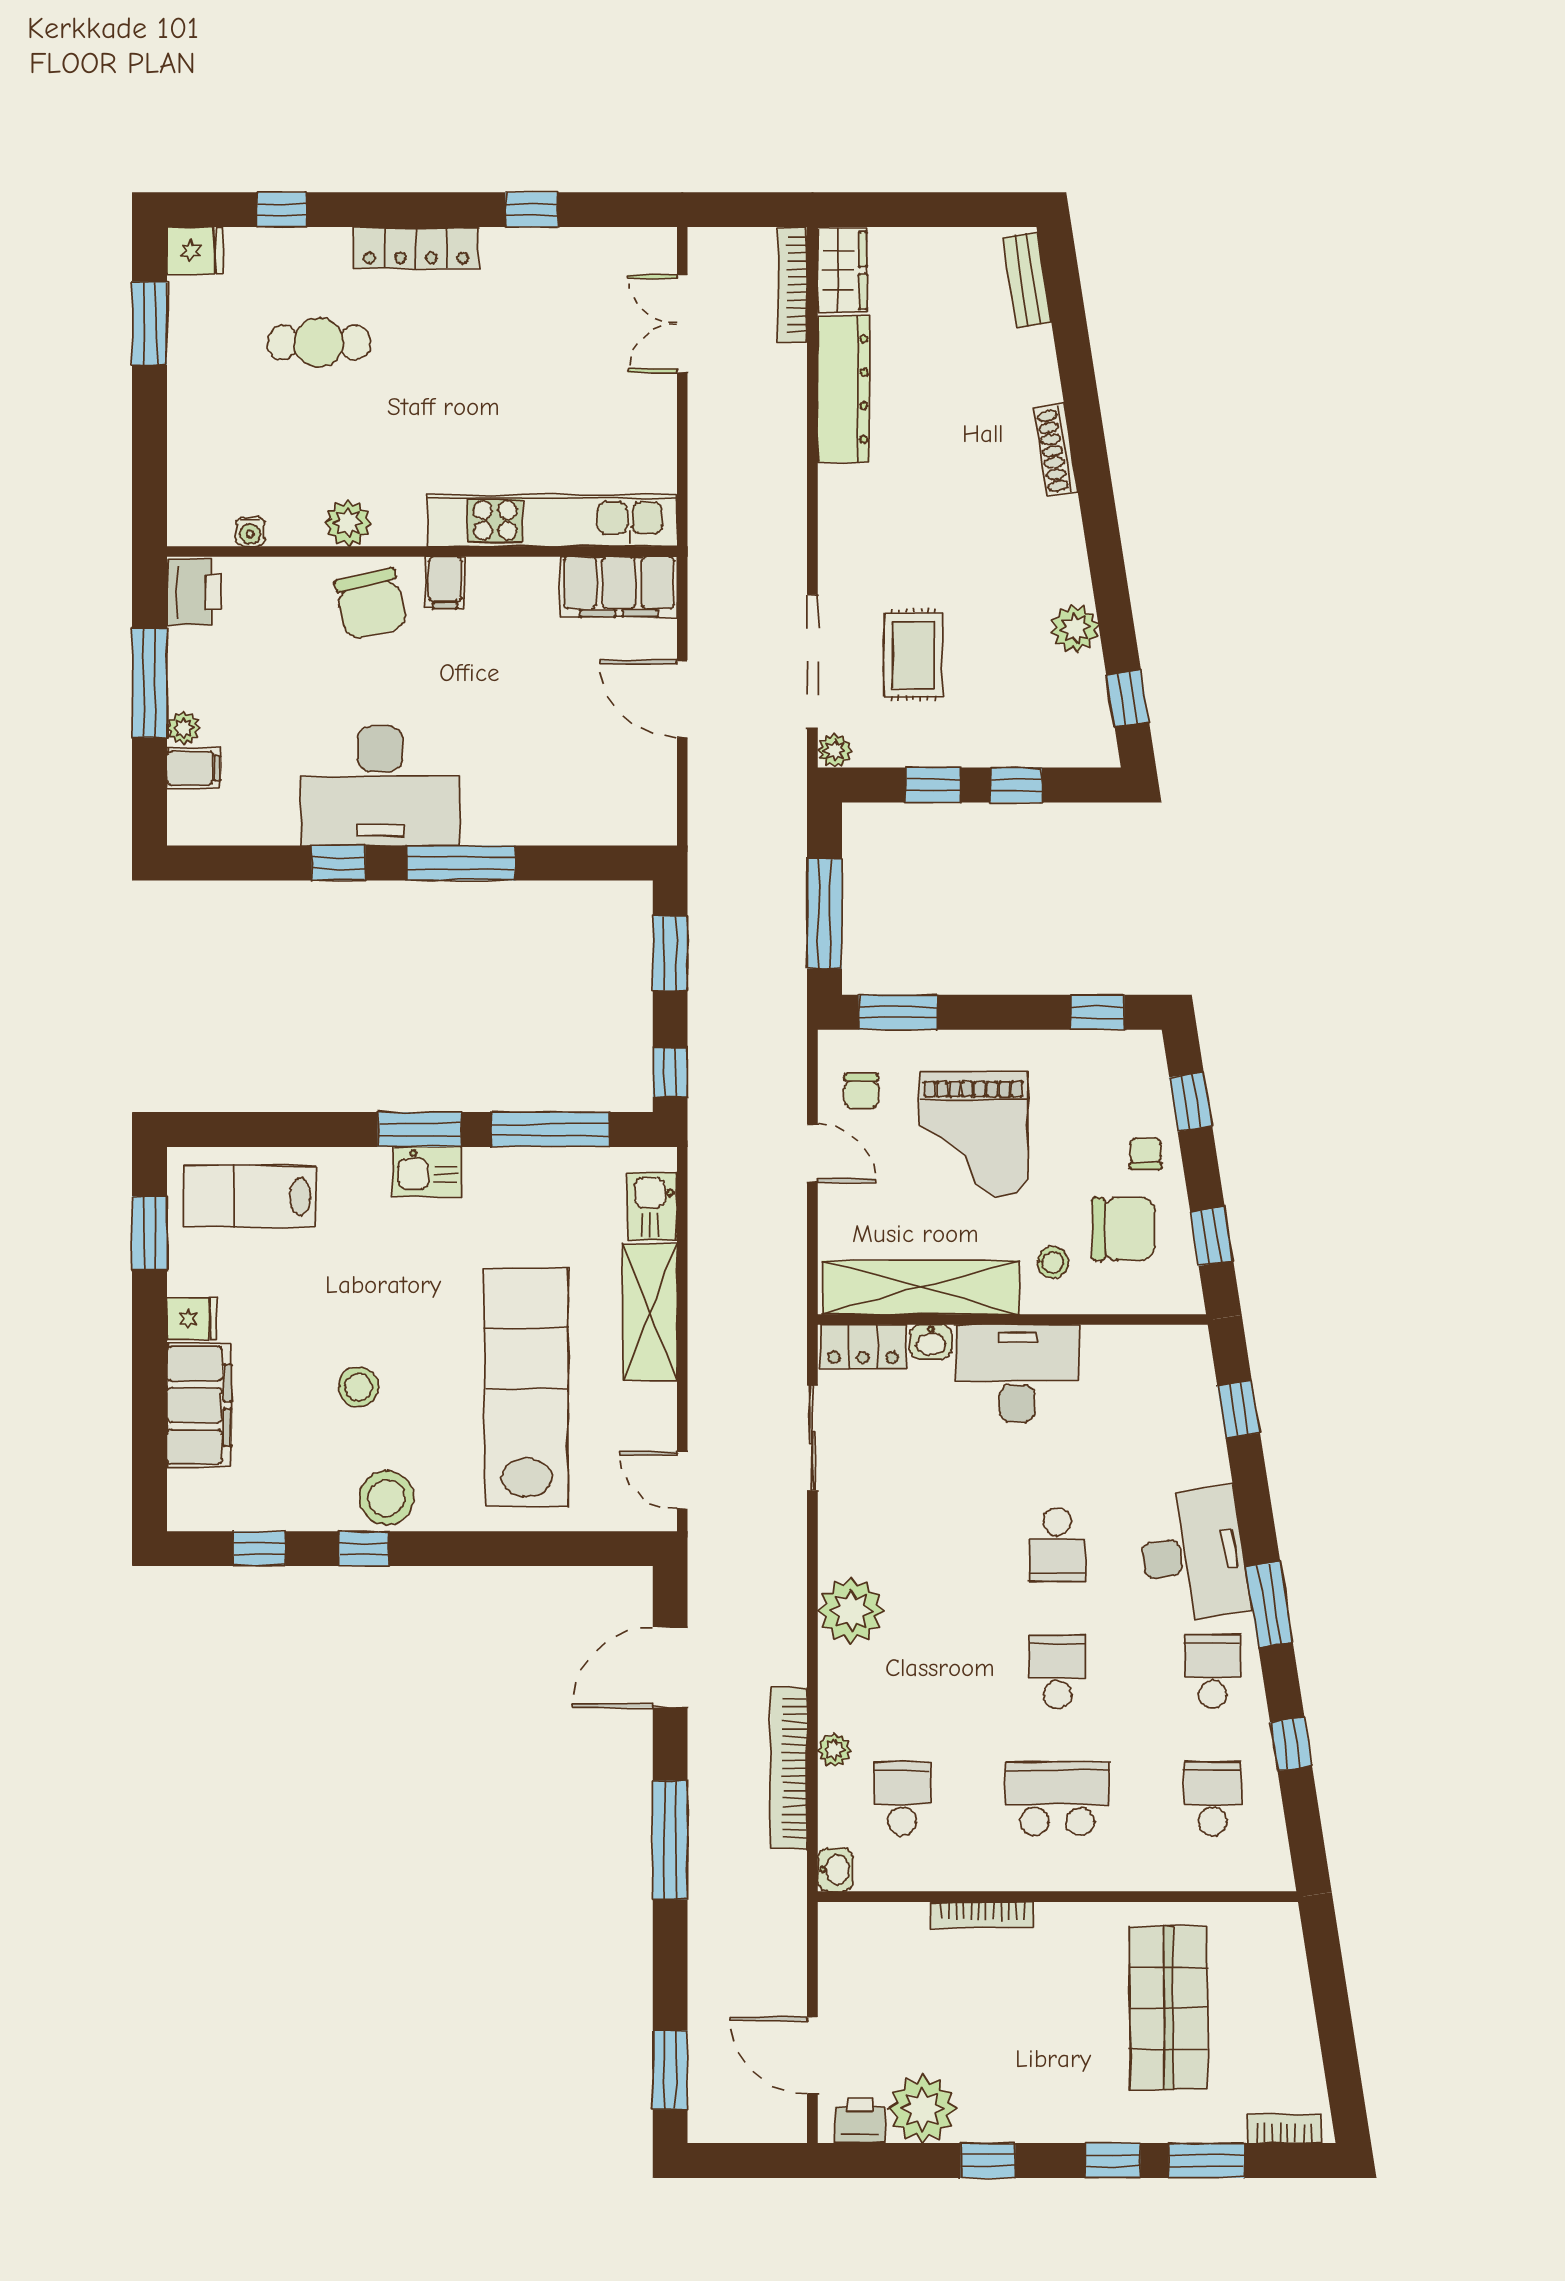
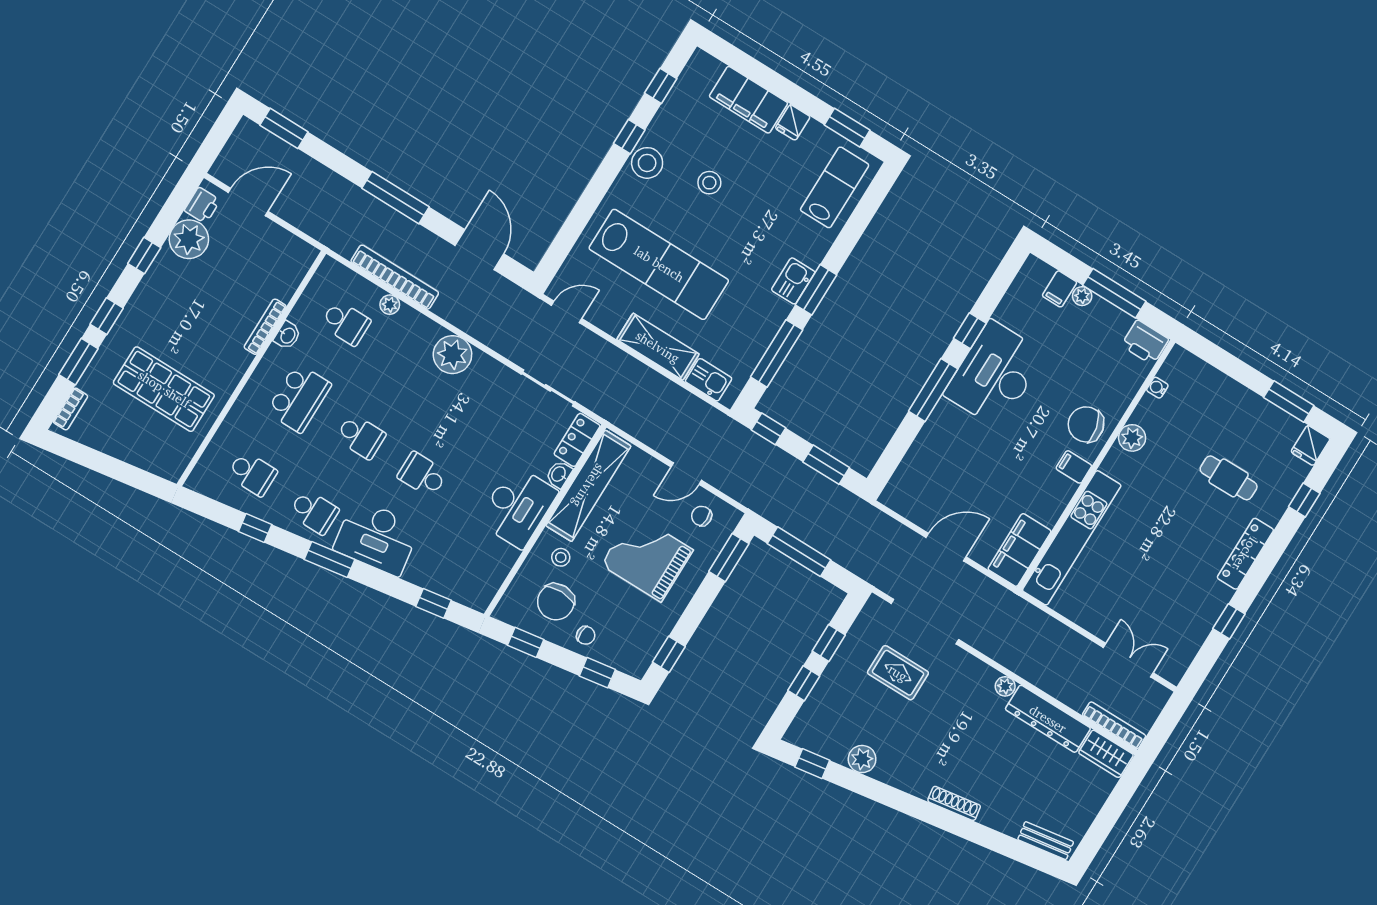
cafe table: (319, 343) -> (1229, 478), turned 90
plant: (835, 751) -> (1005, 686), moved
washbasin: (835, 1870) -> (287, 335), moved, turned -90

